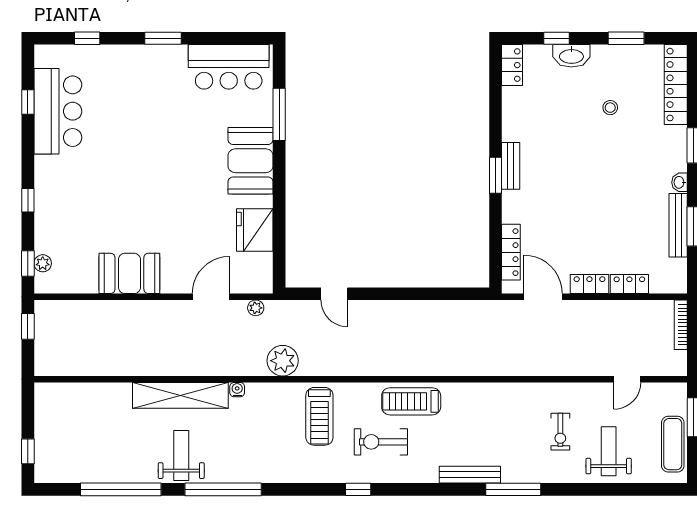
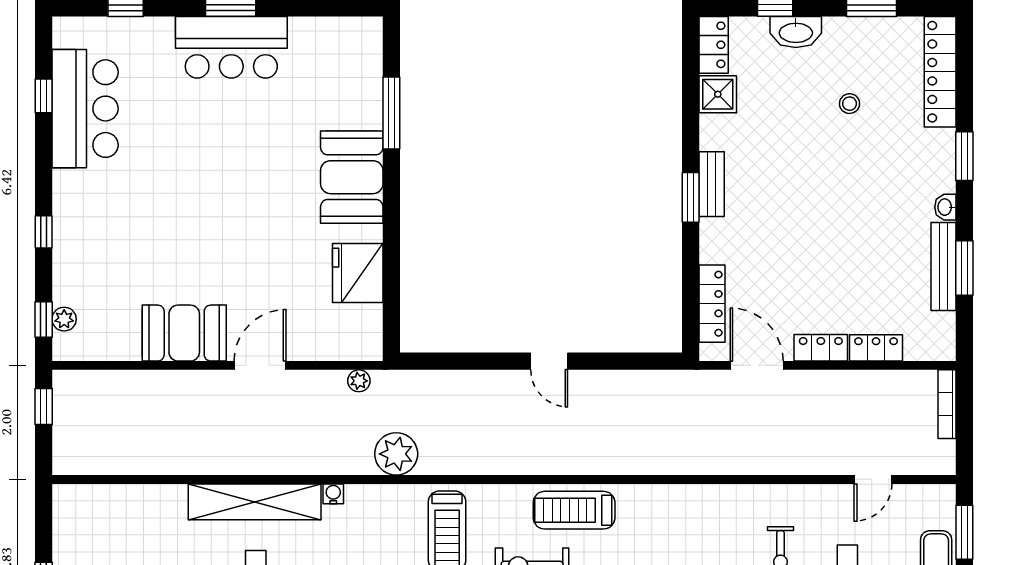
bar counter: (229, 67) -> (231, 47), moved
shower: (515, 101) -> (718, 94), added
door: (334, 294) -> (549, 361), moved
door: (211, 297) -> (260, 365), moved

